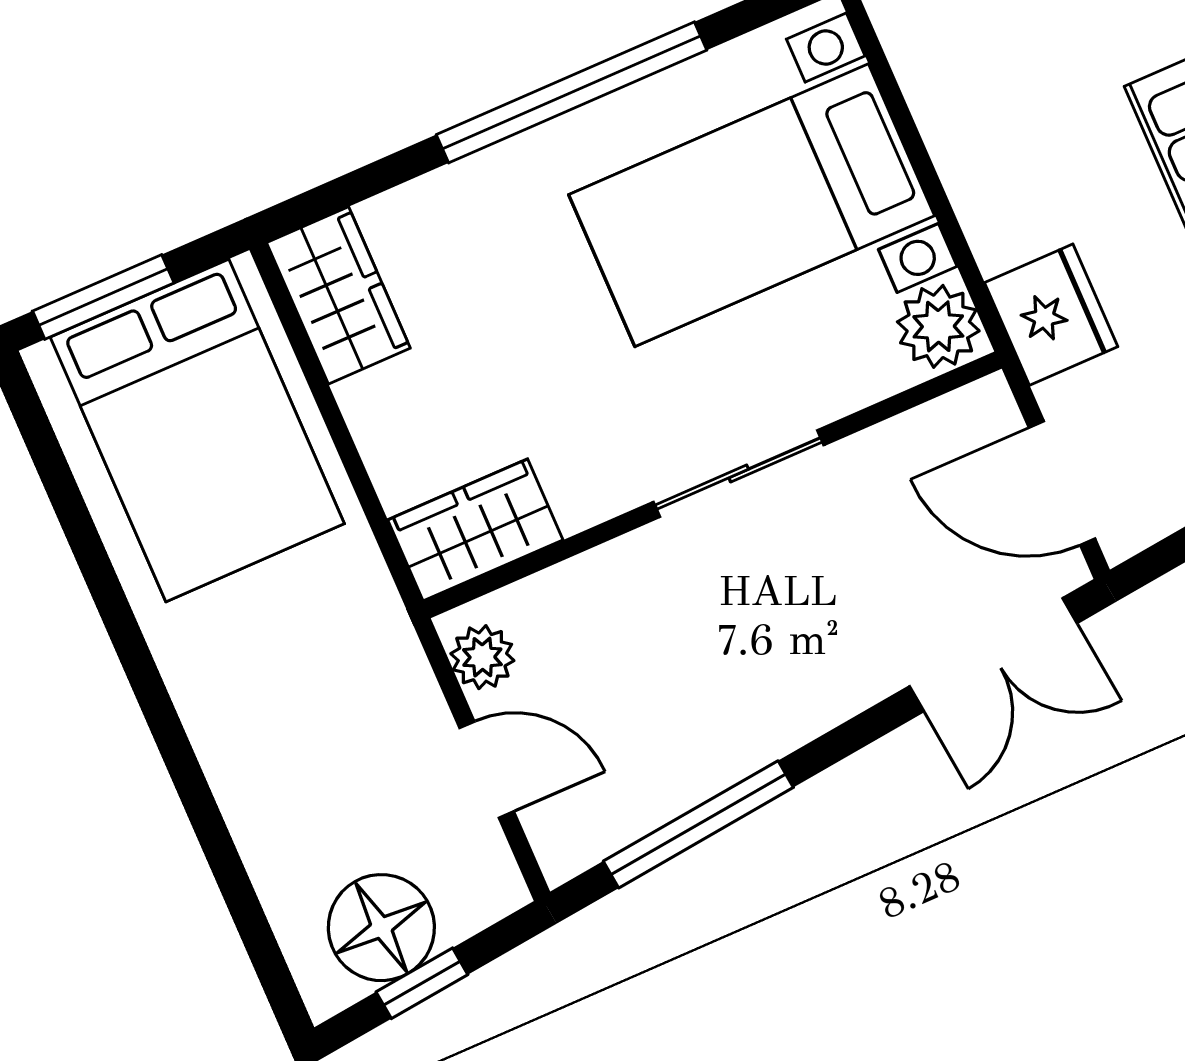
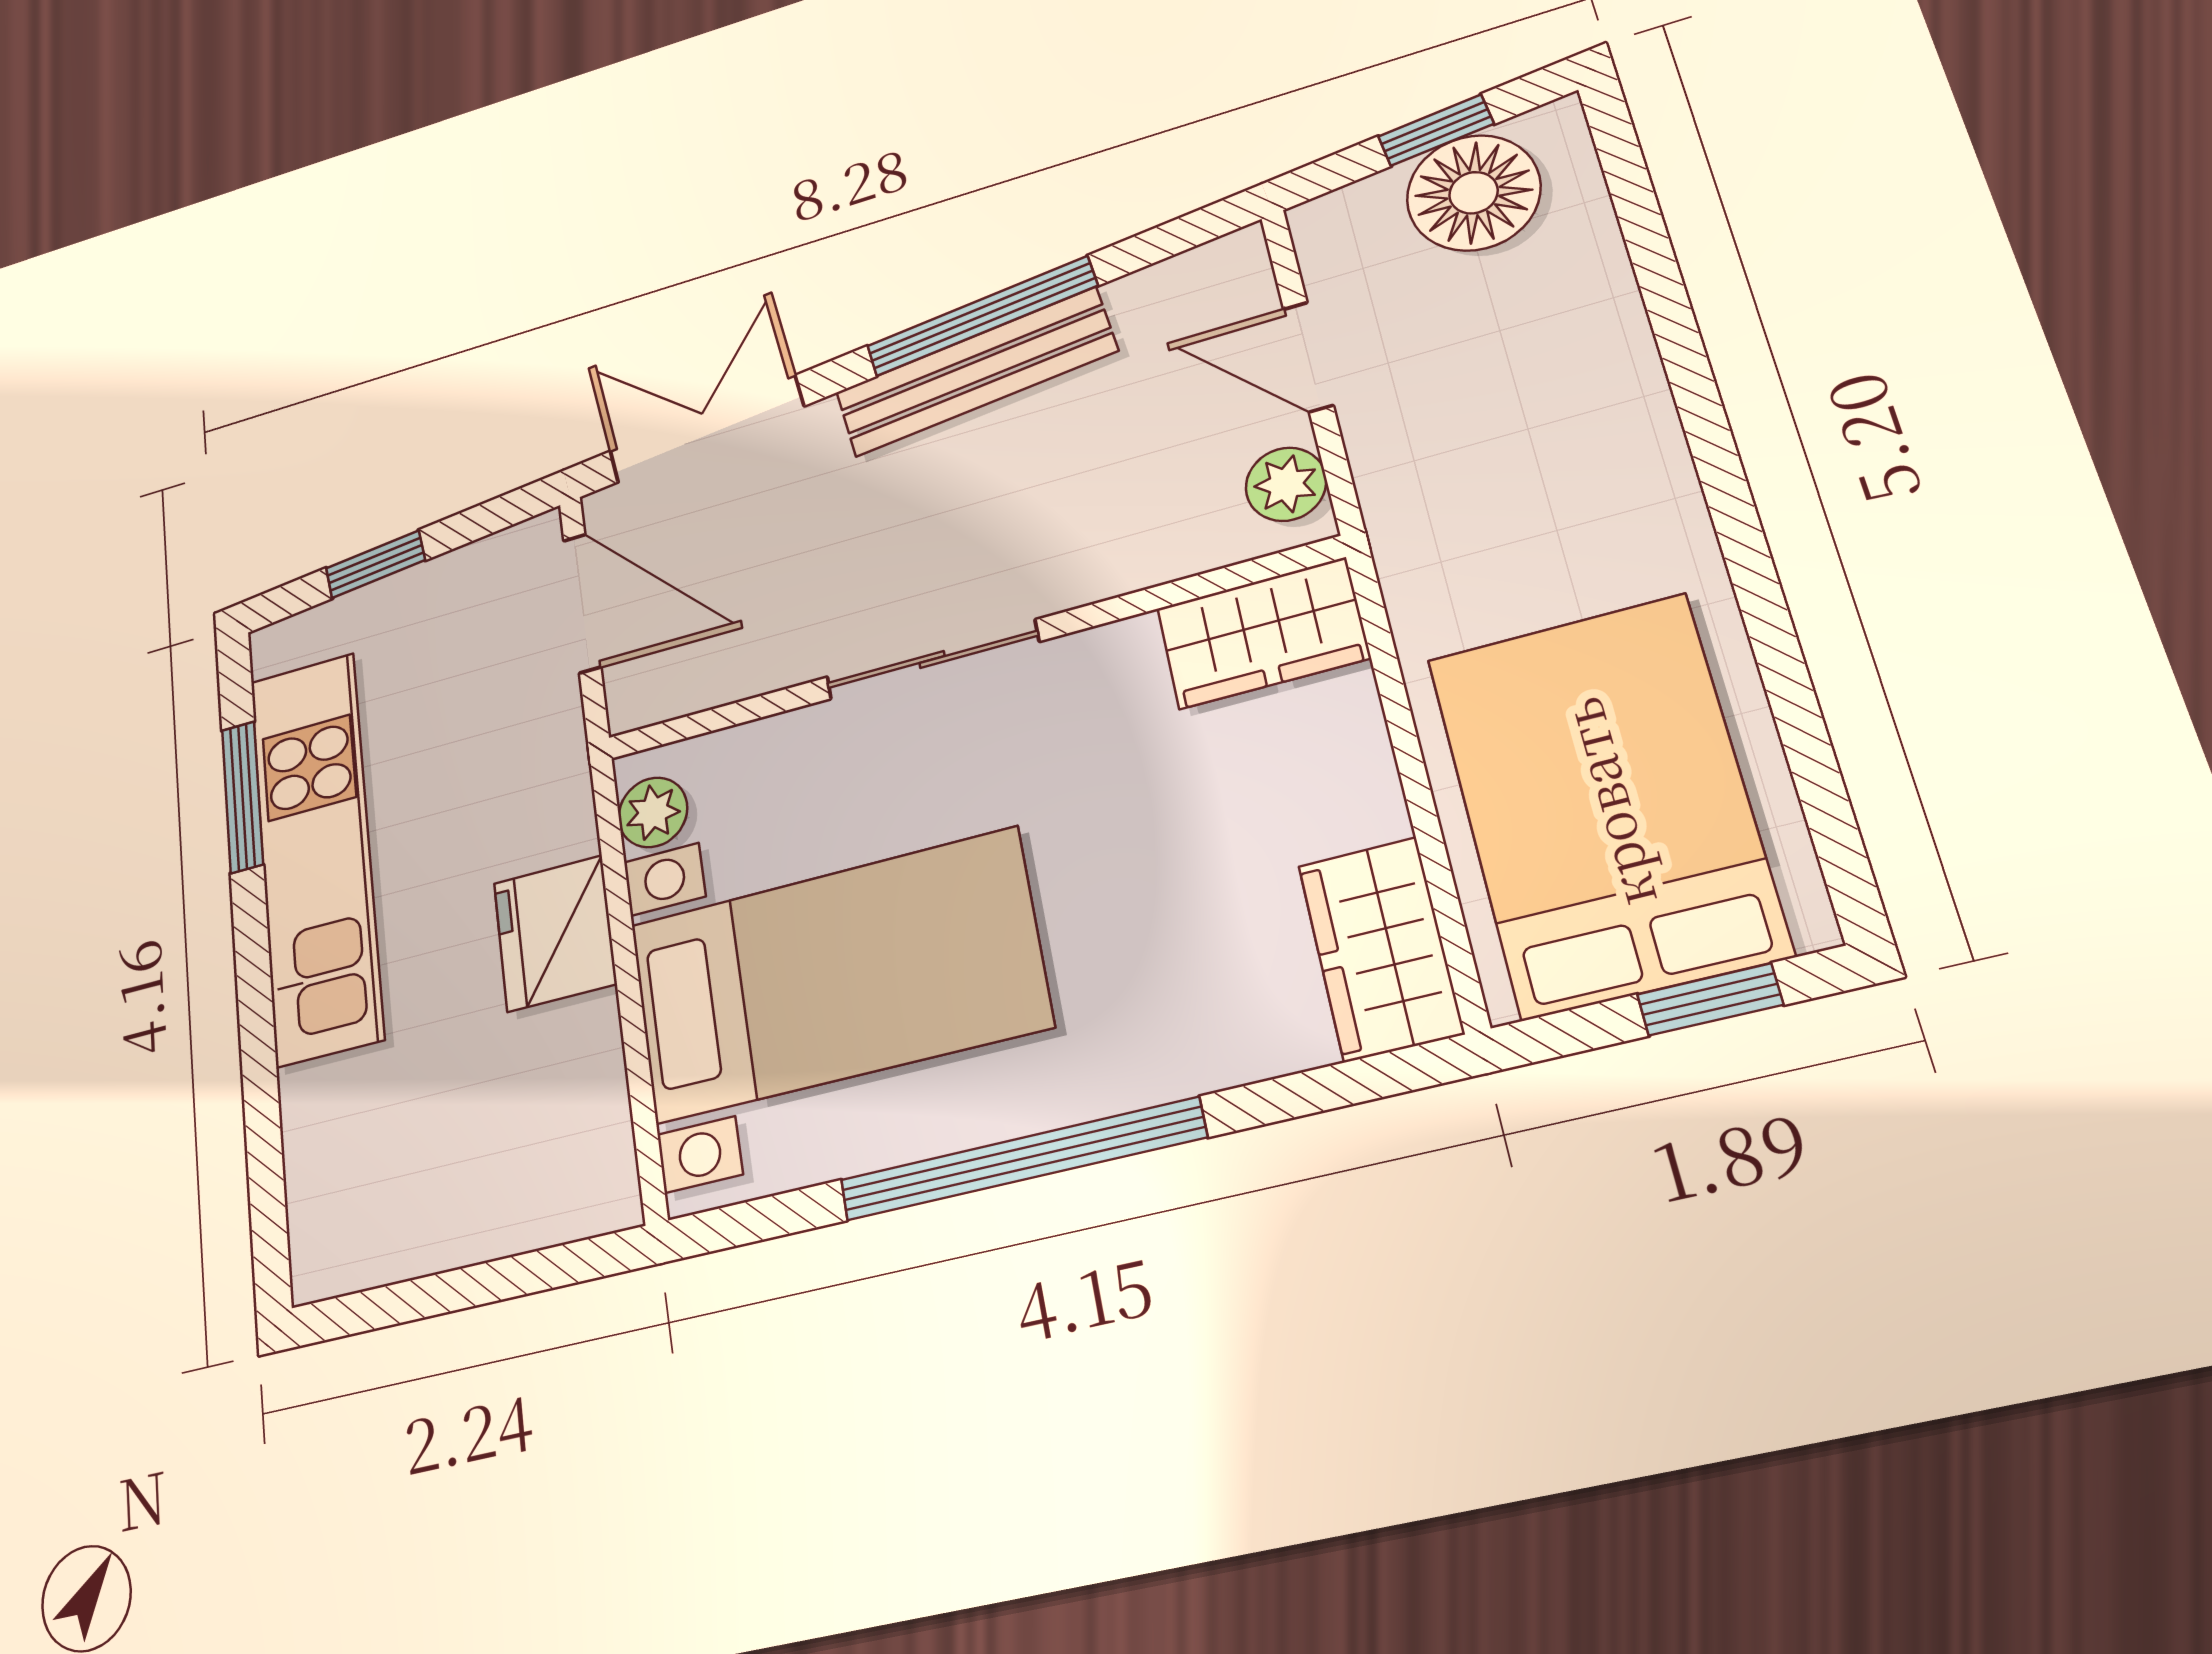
window: (103, 297) -> (1710, 1000), width x0.67
fridge: (1051, 315) -> (555, 933), moved
plant: (938, 326) -> (653, 812), width x0.73, depth x0.73
bench: (764, 731) -> (976, 372), added
window: (698, 824) -> (982, 316), moved

